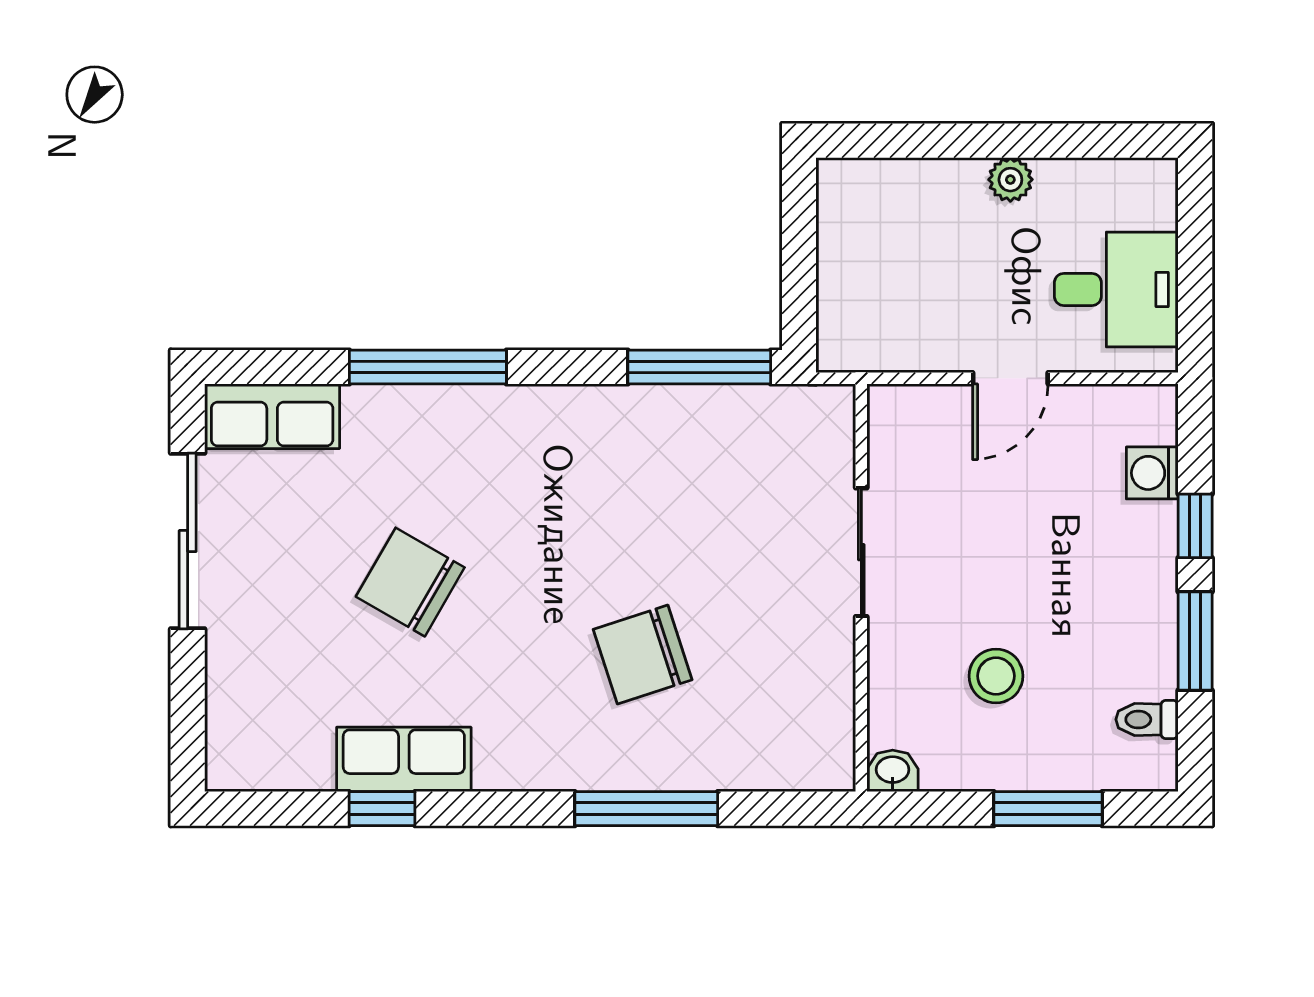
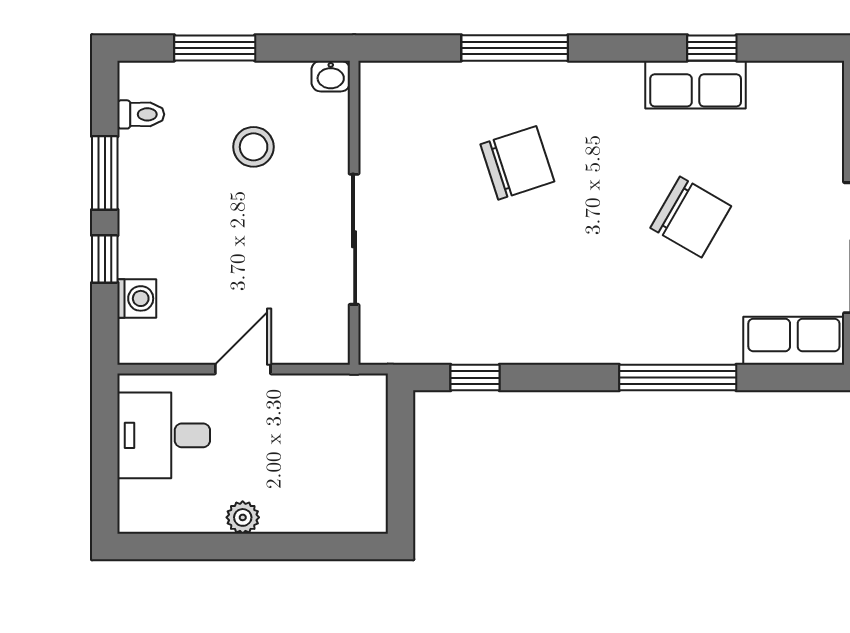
window: (699, 367) -> (475, 378), width x0.46
sliding door: (861, 552) -> (354, 239), width x1.37

